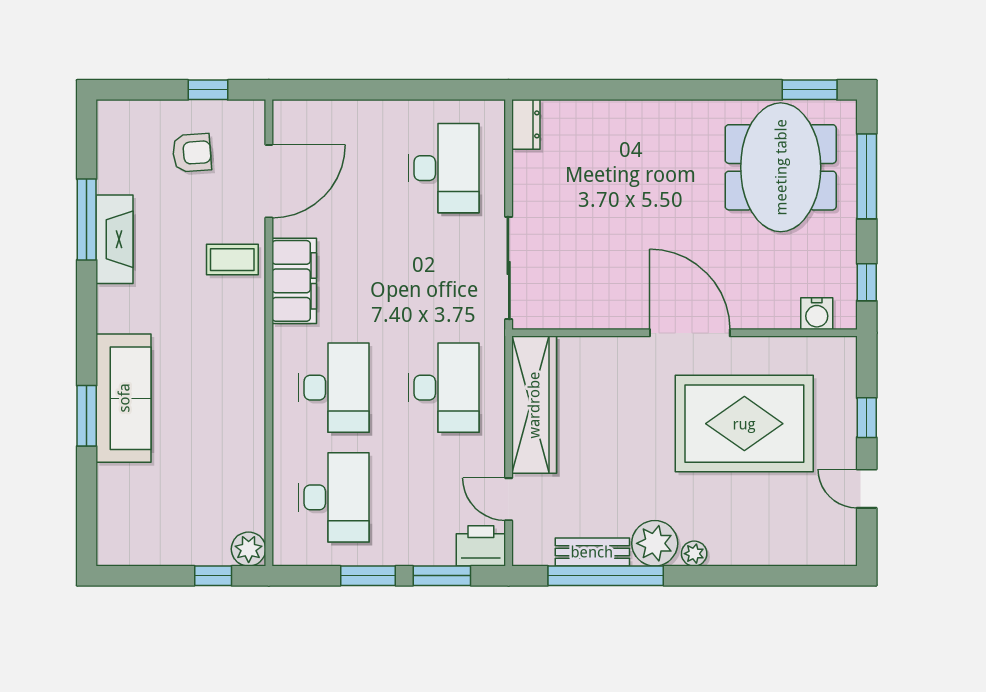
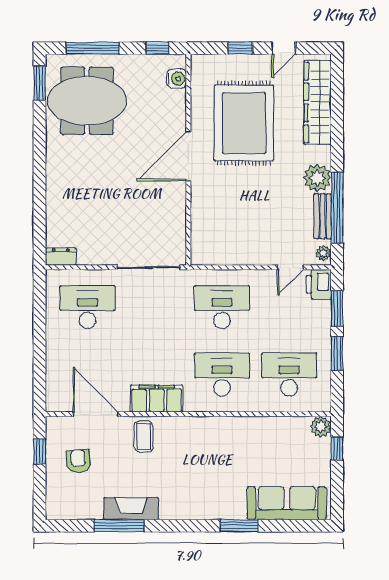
sofa: (124, 398) -> (287, 503), moved
wardrobe: (534, 405) -> (318, 102), moved, turned -90
plant: (694, 554) -> (324, 253), moved

